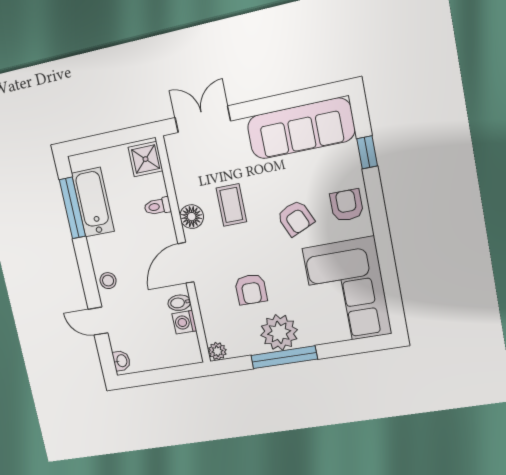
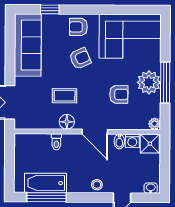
shower: (145, 159) -> (150, 144), moved

